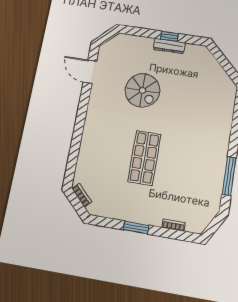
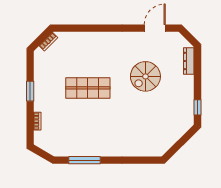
window: (169, 36) -> (198, 107), moved
dresser: (169, 46) -> (189, 61), moved

